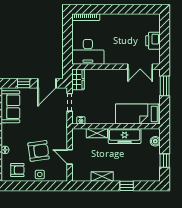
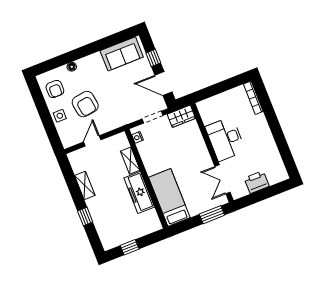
desk: (88, 52) -> (225, 139), moved
boiler: (155, 141) -> (147, 229), removed

